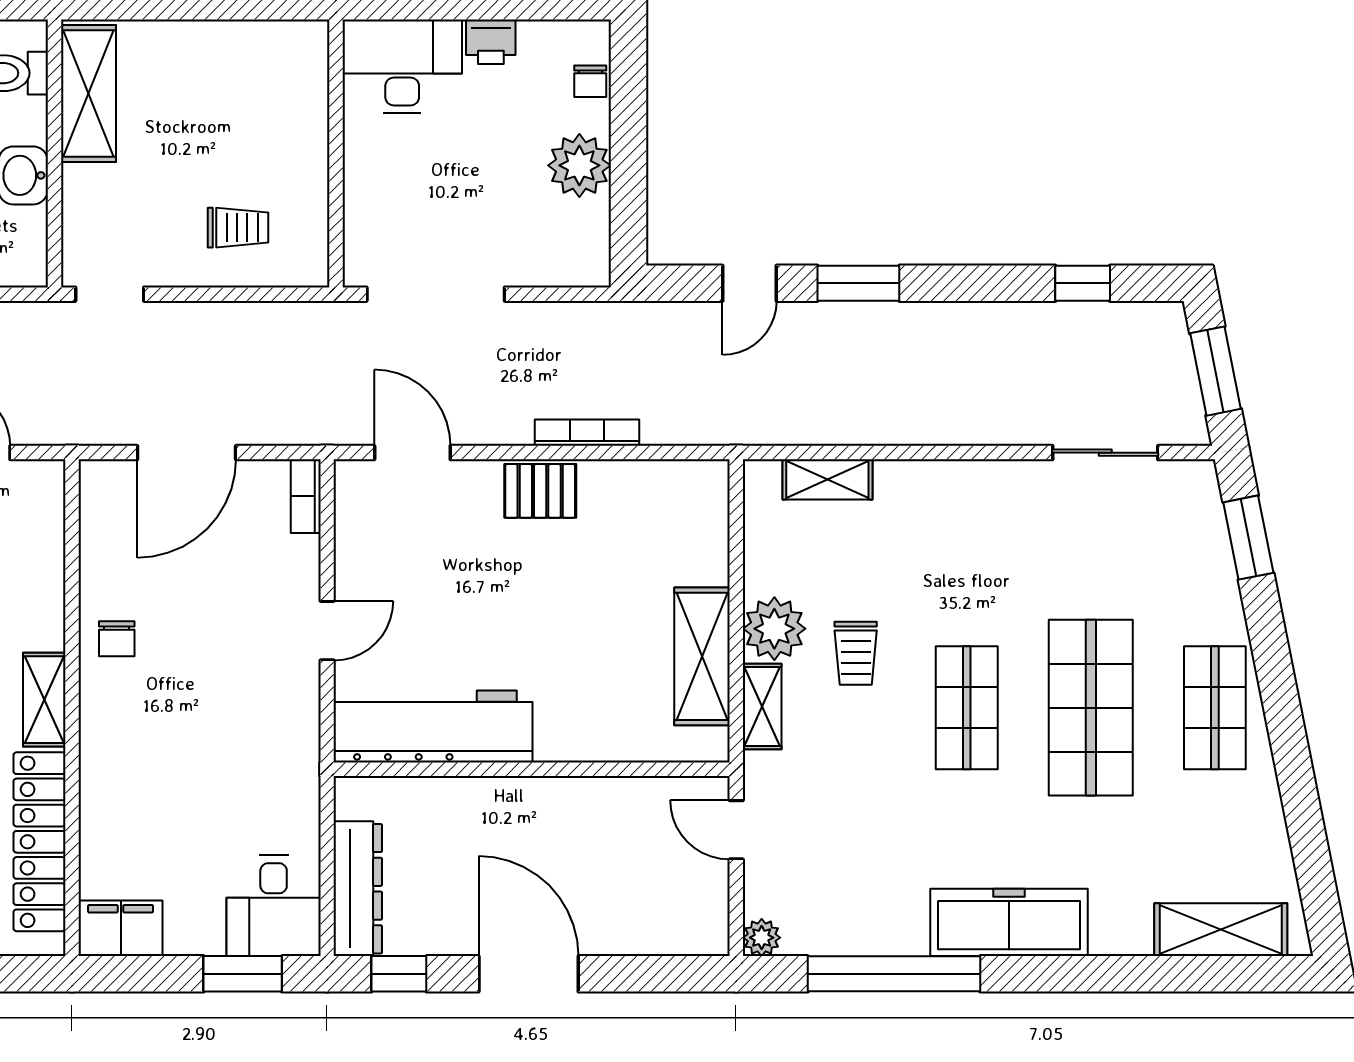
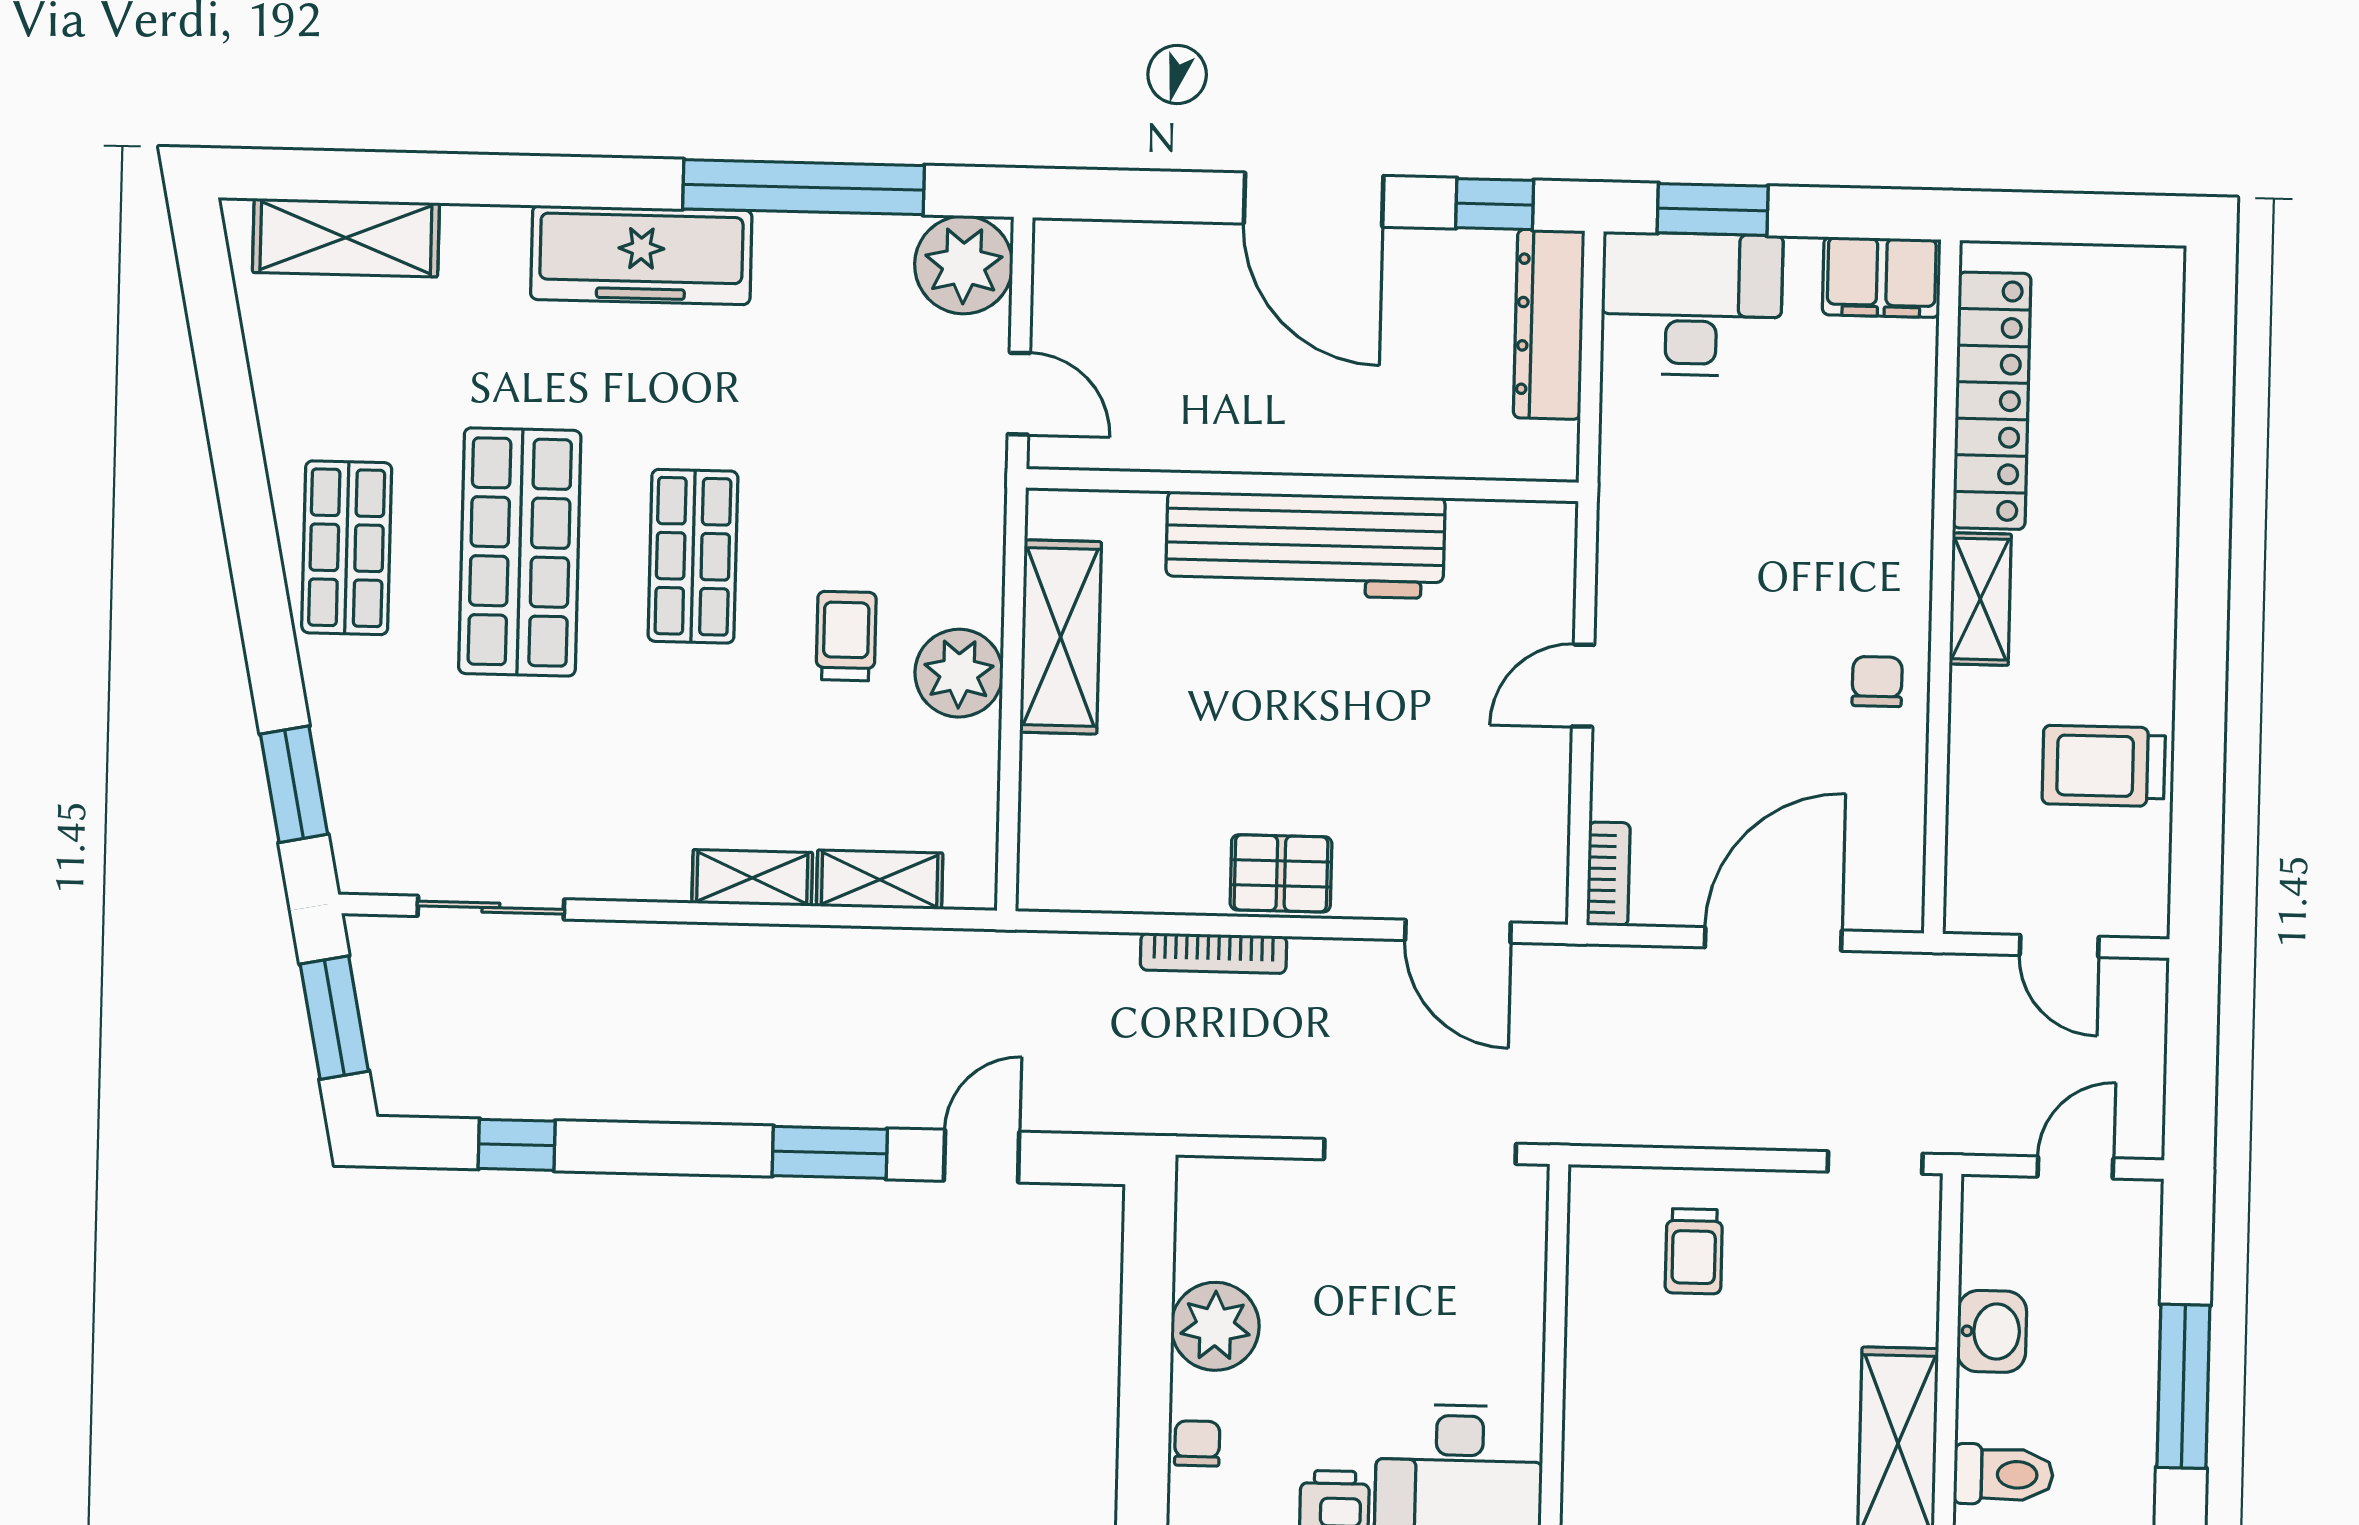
trolley: (238, 228) -> (1694, 1251), turned -90
shelving: (762, 706) -> (752, 878), moved, turned 90
workbench: (433, 726) -> (1305, 545), moved
desk: (274, 906) -> (1692, 304), width x1.37
plant: (762, 938) -> (964, 265), width x1.88, depth x1.88

